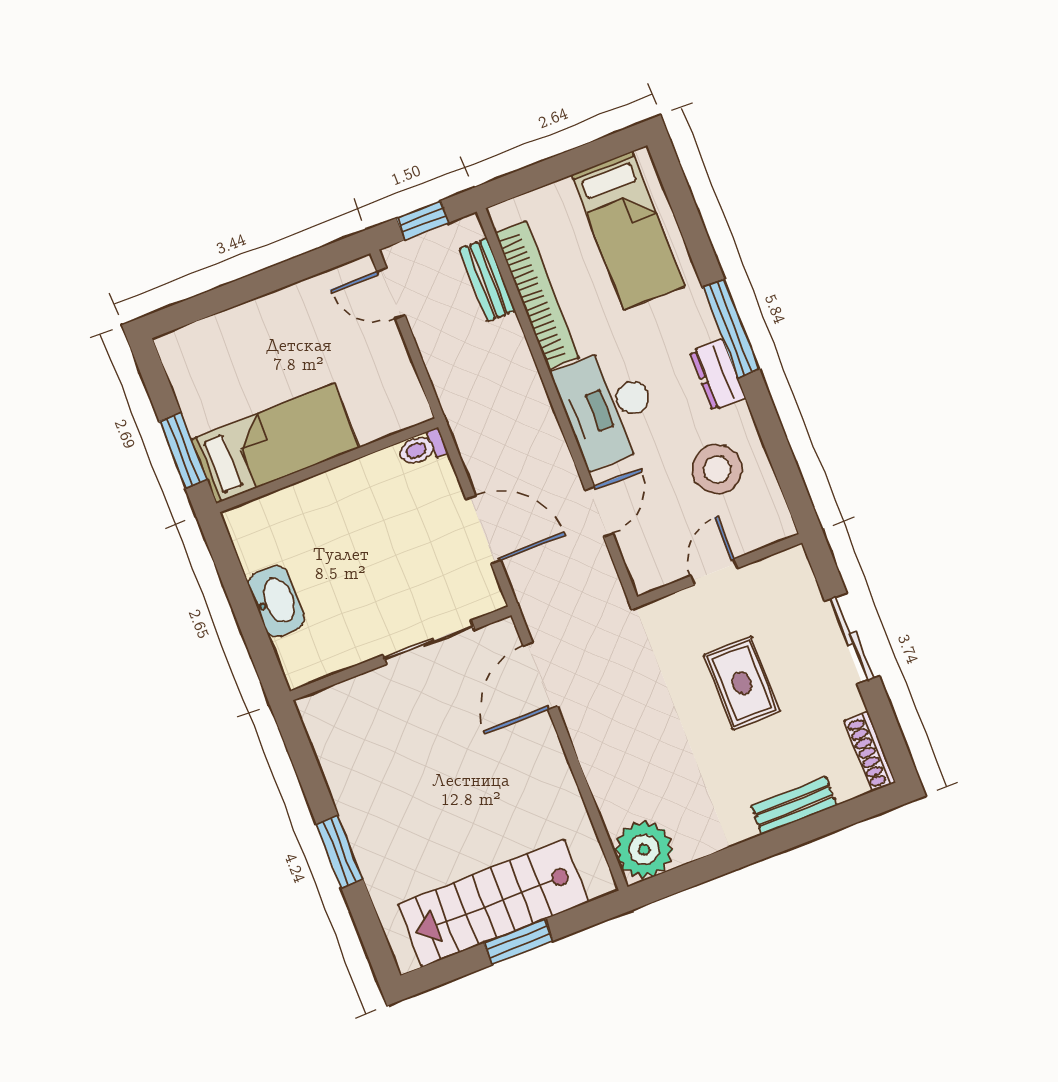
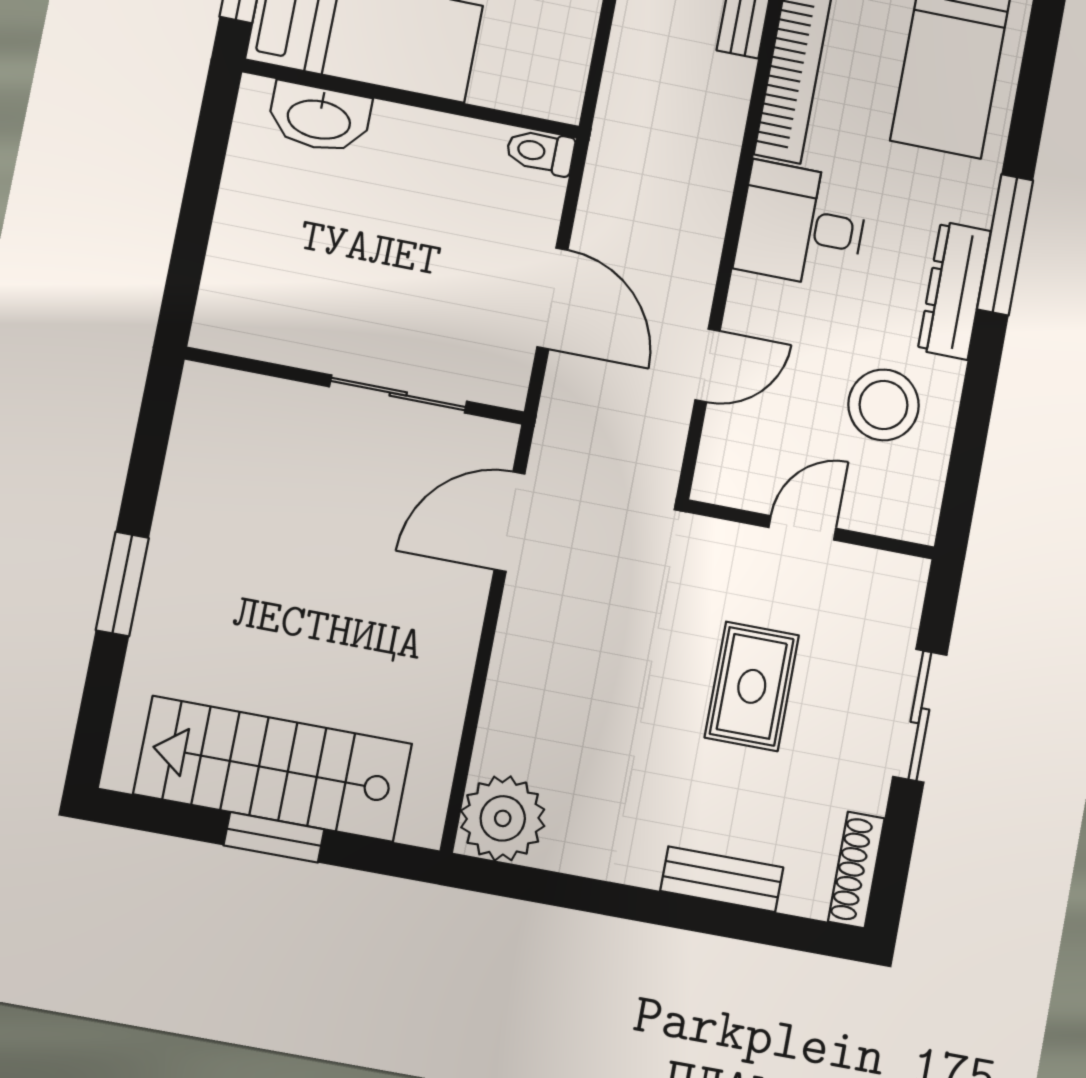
dresser: (718, 375) -> (954, 291), width x1.44
desk: (608, 407) -> (802, 225), width x0.73
washbasin: (276, 601) -> (319, 118), moved, turned 90

